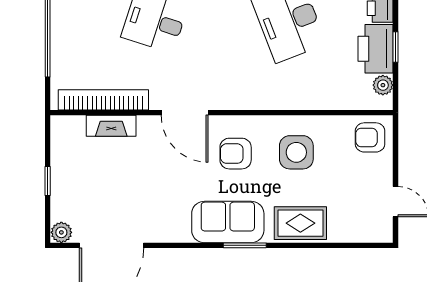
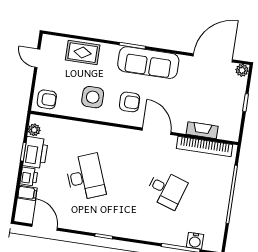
sofa: (228, 222) -> (148, 63), width x1.36
rug: (300, 223) -> (83, 53), moved

